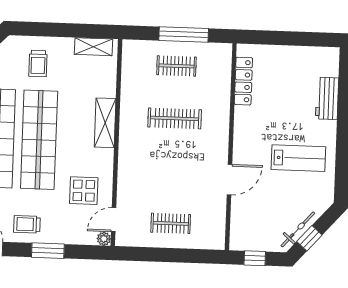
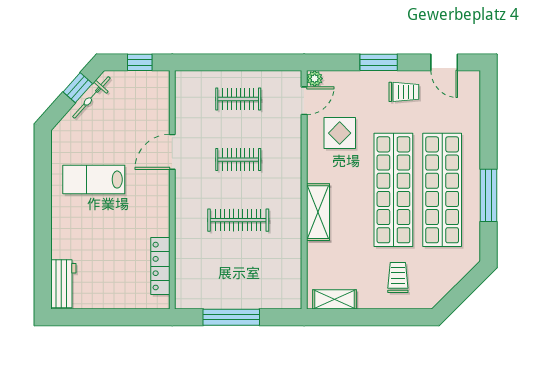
clothes rail: (176, 66) -> (238, 160), moved
workbench: (327, 98) -> (63, 284), moved

